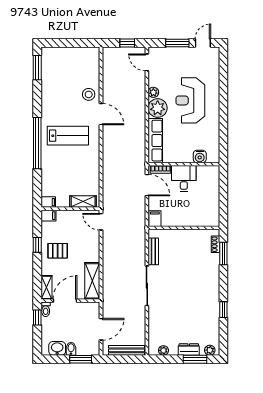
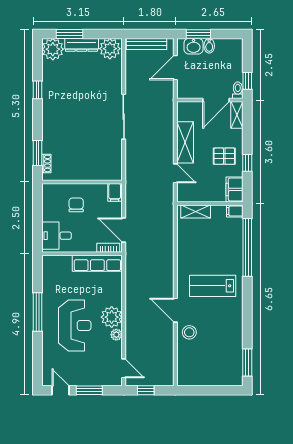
door: (203, 43) -> (61, 390), swing flipped
window: (223, 112) -> (37, 312), added
row of seats: (155, 141) -> (97, 263), moved, turned -90
window: (37, 143) -> (247, 247), moved
water cooler: (200, 156) -> (64, 262), removed
desk: (184, 178) -> (56, 236), moved, turned 90
chair: (189, 208) -> (76, 205), added
filing cabinet: (48, 216) -> (235, 189), width x2.00
door: (101, 222) -> (175, 173), moved
bench: (153, 251) -> (116, 155), removed
shelving: (92, 281) -> (185, 142), moved
washbasin: (57, 348) -> (194, 46), moved
plant: (163, 350) -> (110, 49), width x1.87, depth x1.87
dresser: (189, 350) -> (82, 45), width x1.44
plant: (210, 350) -> (53, 49), width x1.88, depth x1.88

